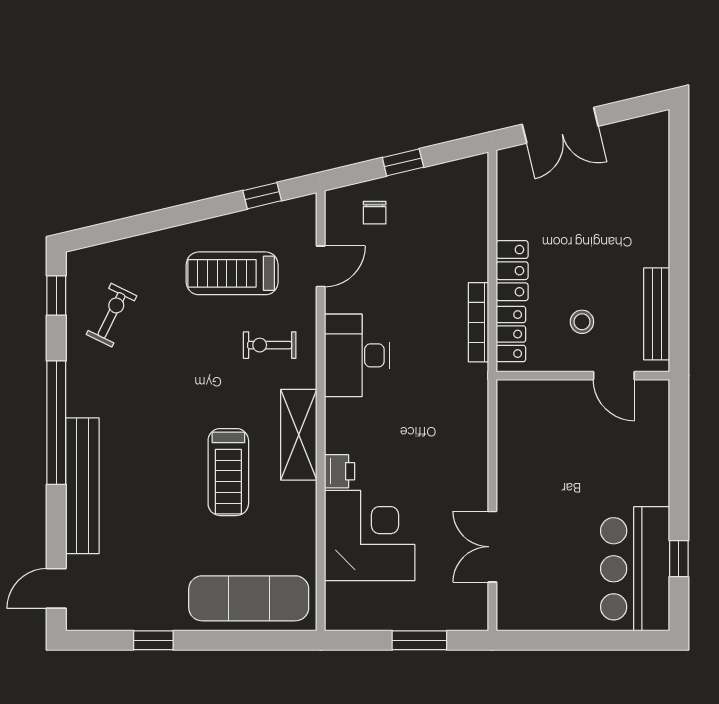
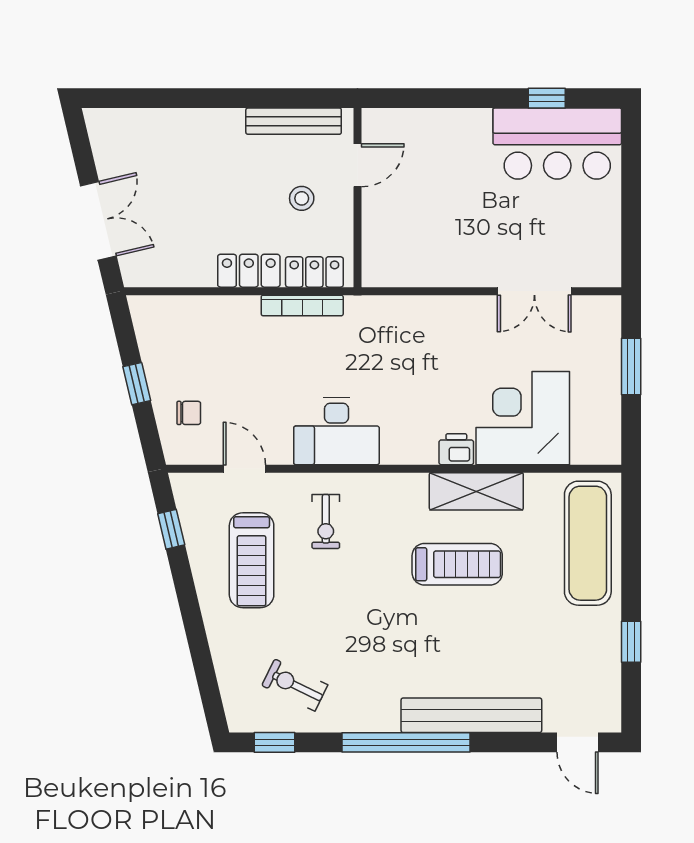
shelving: (299, 435) -> (476, 491), moved

